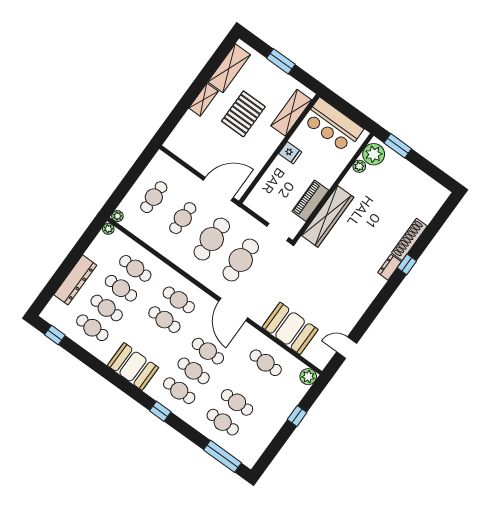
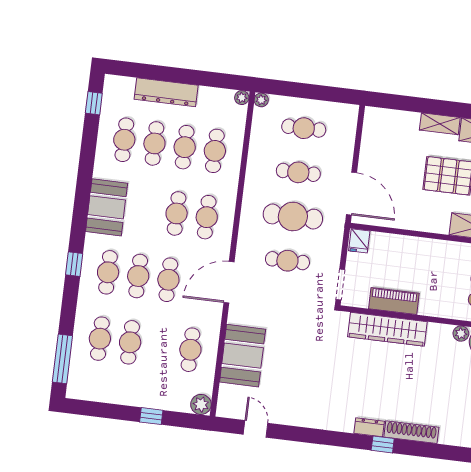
fridge: (290, 153) -> (359, 241), moved
cafe table: (241, 260) -> (287, 261), width x0.73, depth x0.74

